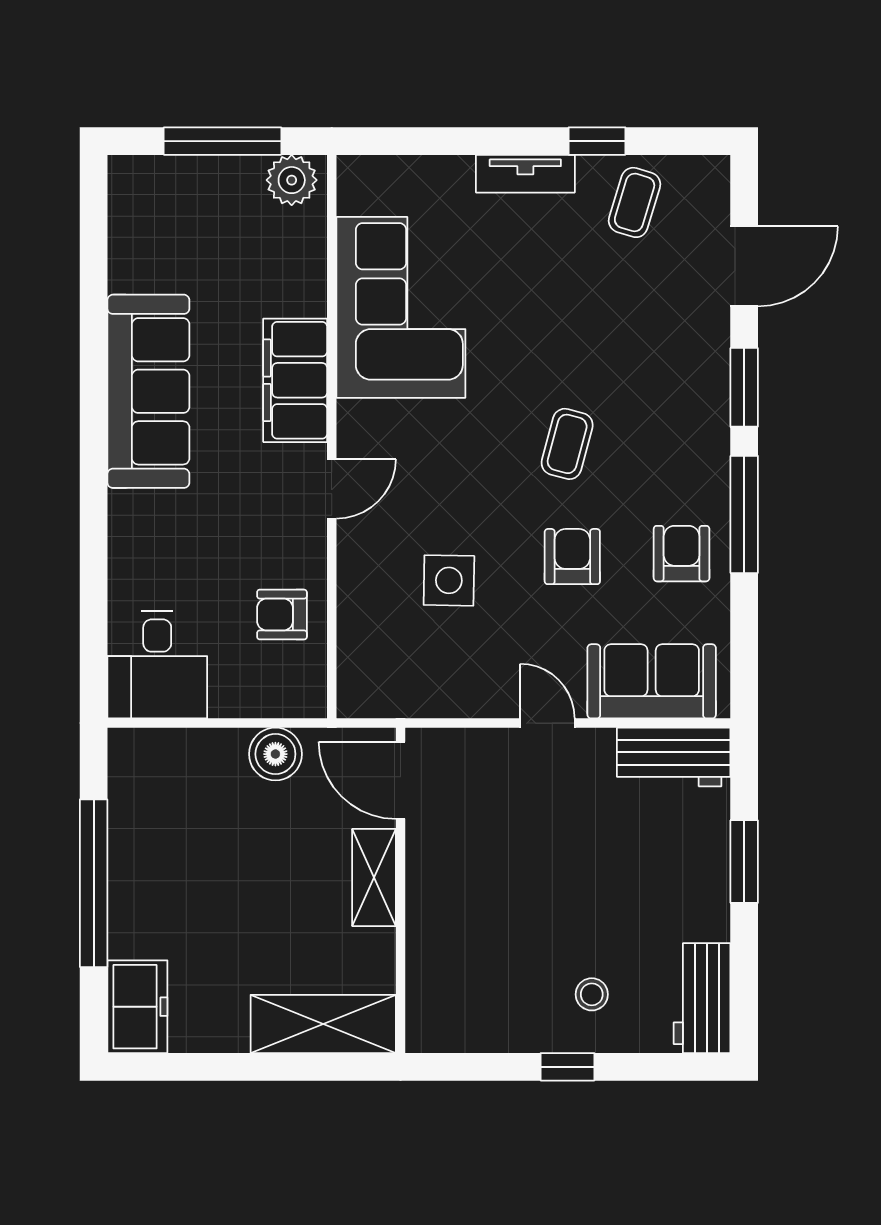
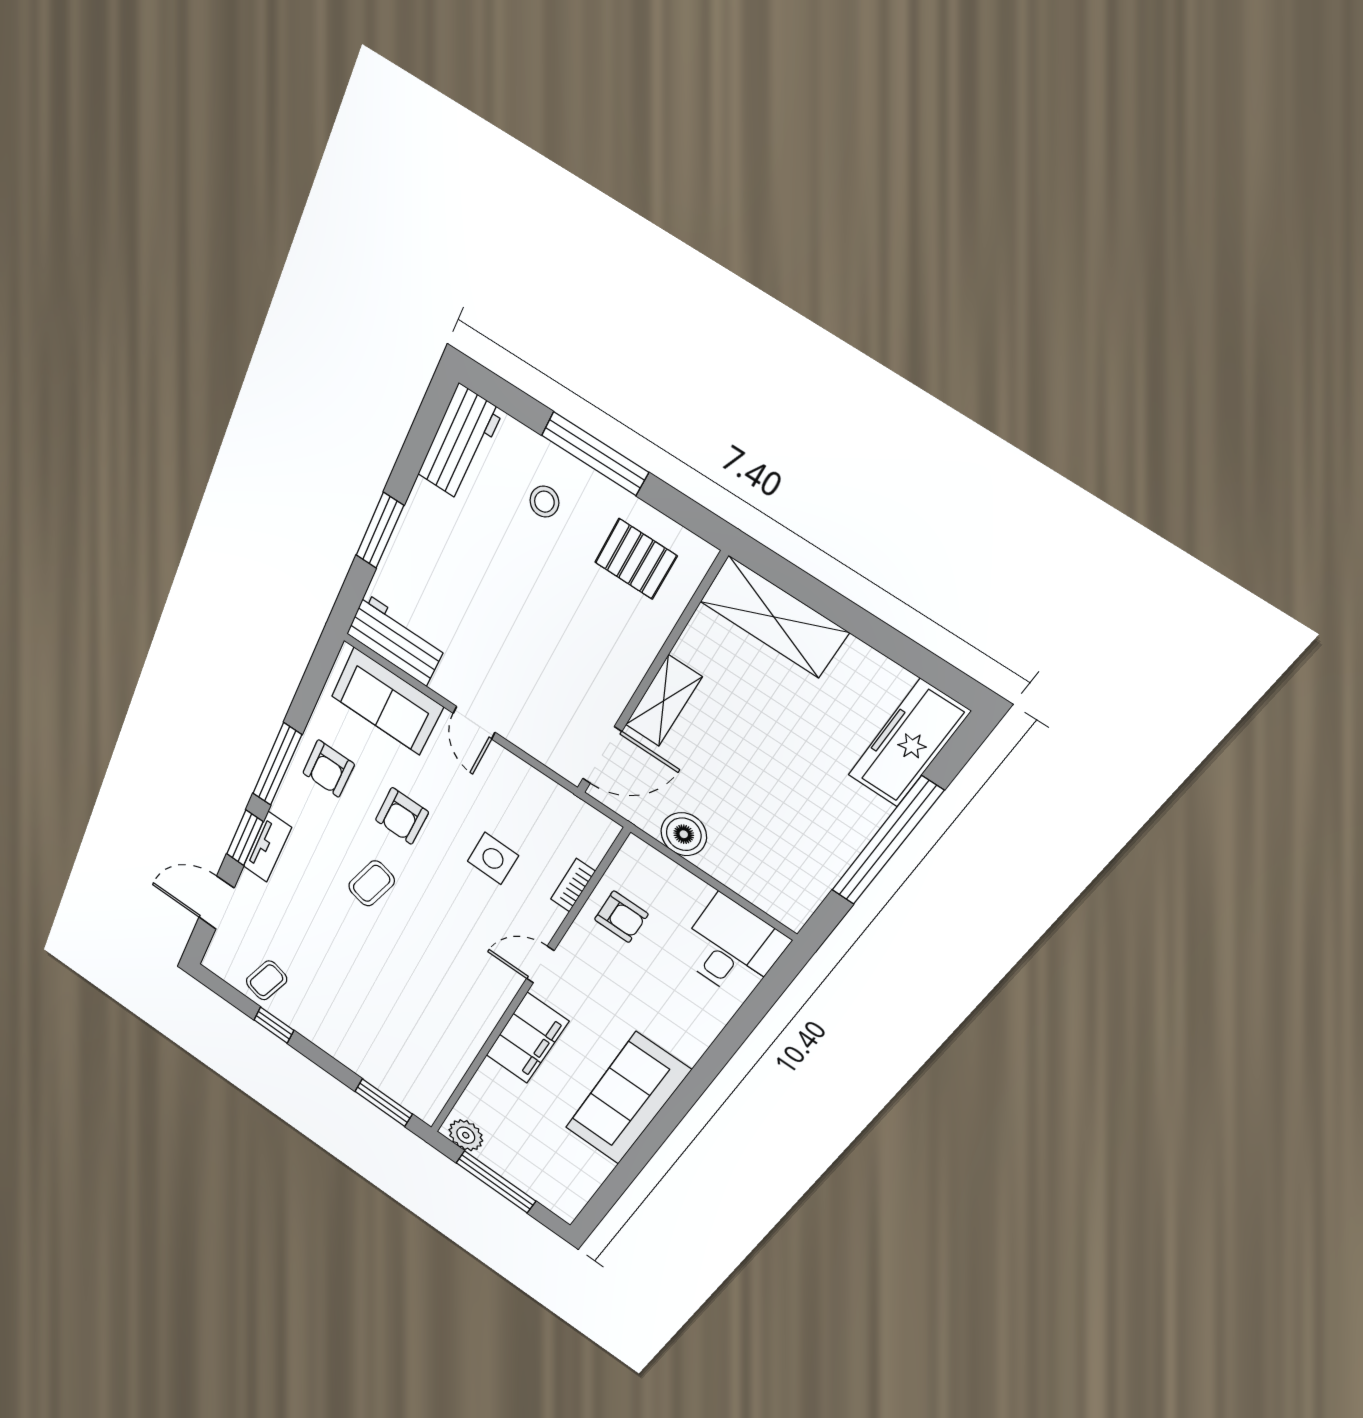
window: (410, 141) -> (384, 1103), added
tv unit: (525, 174) -> (267, 847), moved, turned 90
corner sofa: (401, 307) -> (437, 1028), removed
bookcase: (350, 613) -> (573, 885), added
door: (401, 780) -> (602, 755), hinge flipped
pallet: (477, 996) -> (636, 559), added
freezer: (137, 1007) -> (908, 744), width x1.40
window: (567, 1067) -> (595, 454), width x2.17

